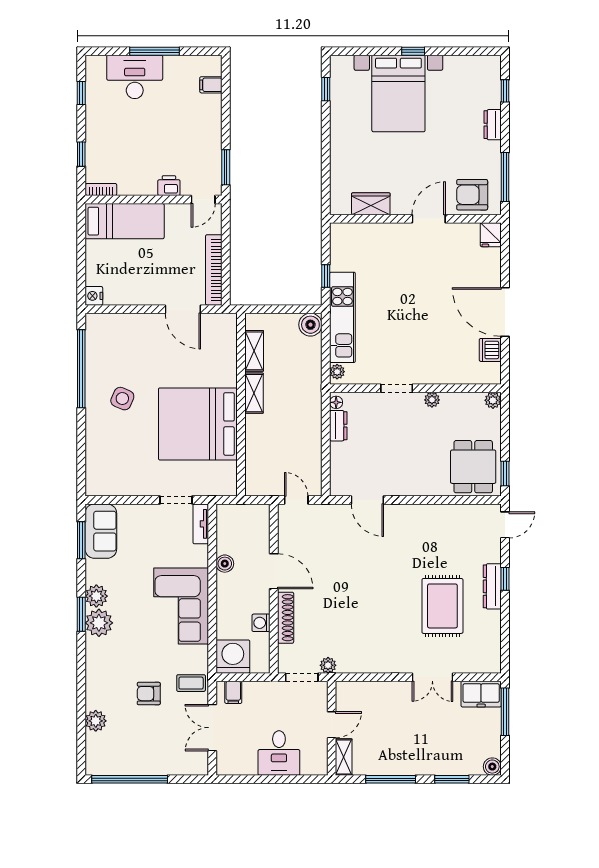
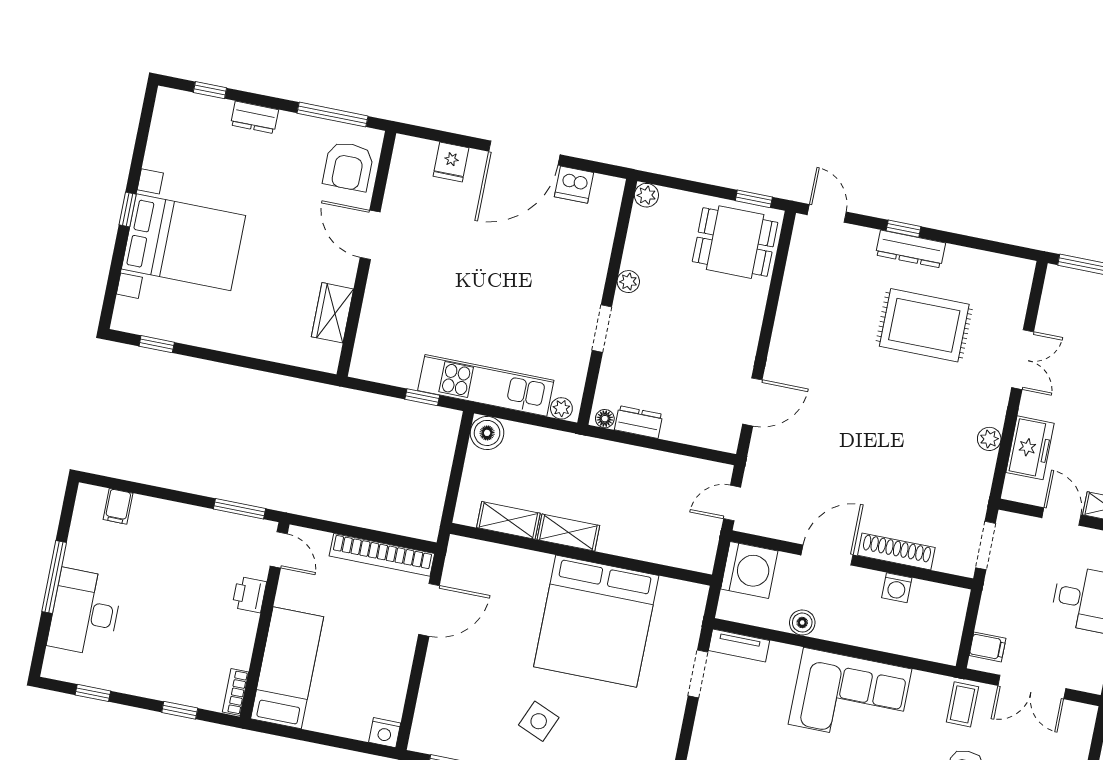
fridge: (491, 235) -> (451, 162), moved, turned 90
washing machine: (233, 657) -> (749, 570), moved, turned 180
plant: (328, 665) -> (989, 439), moved
freezer: (481, 694) -> (1030, 448), moved

